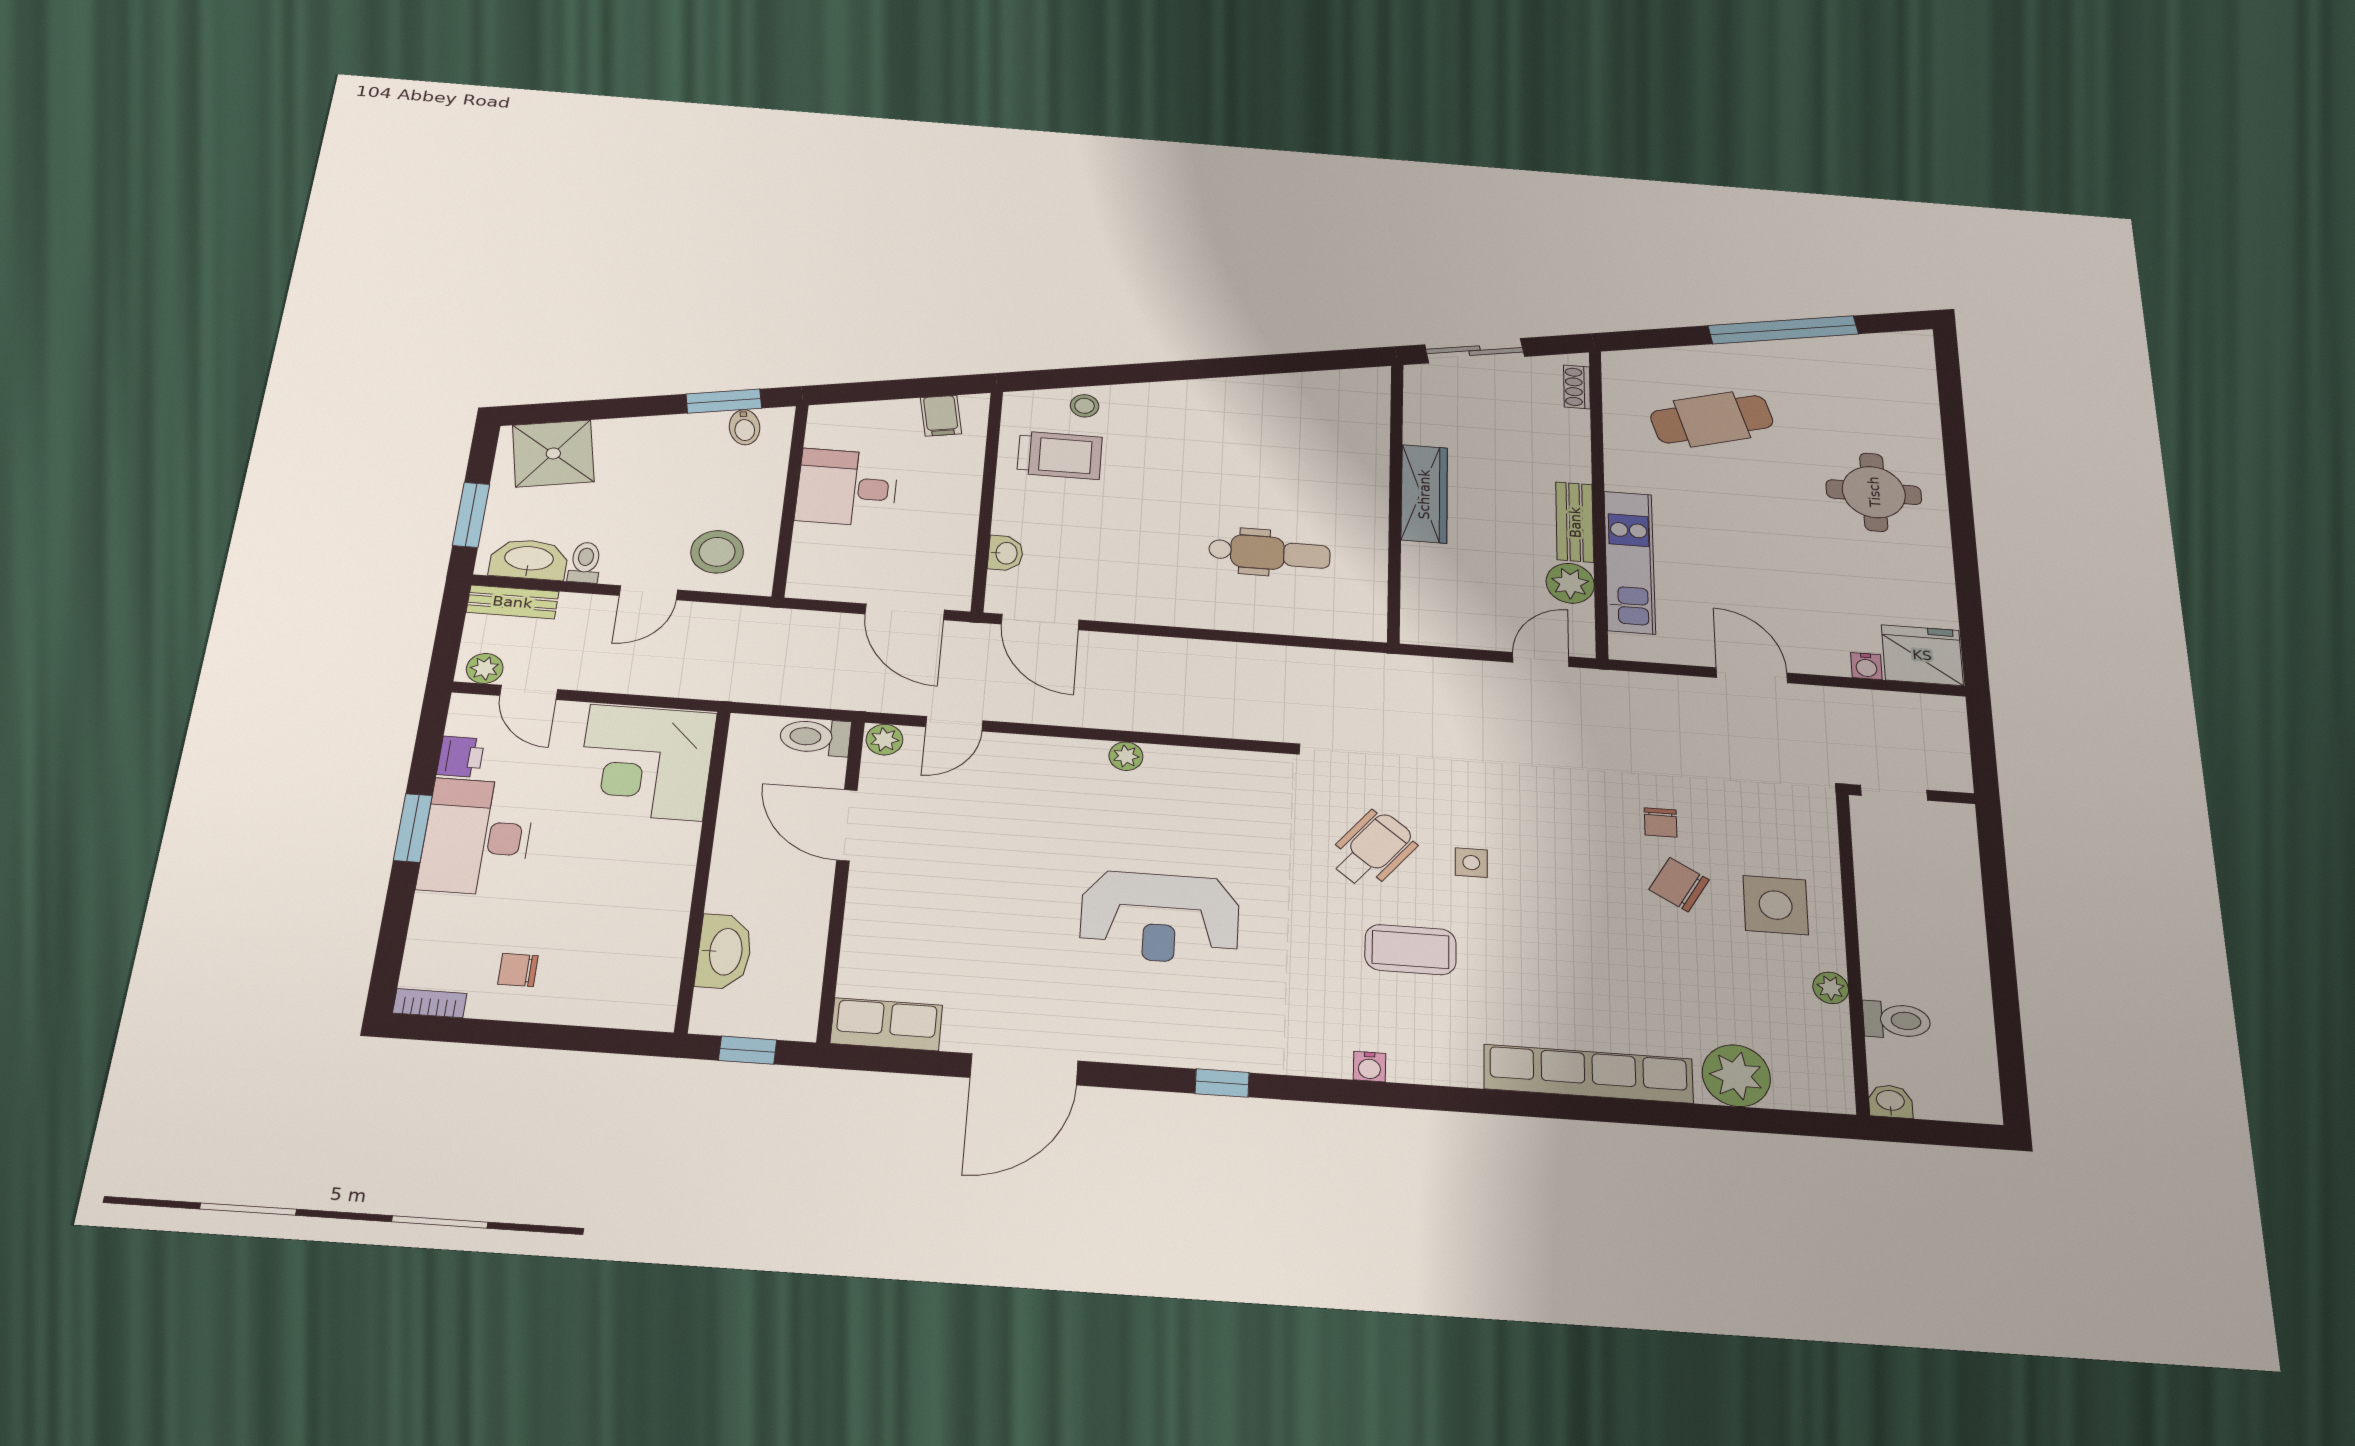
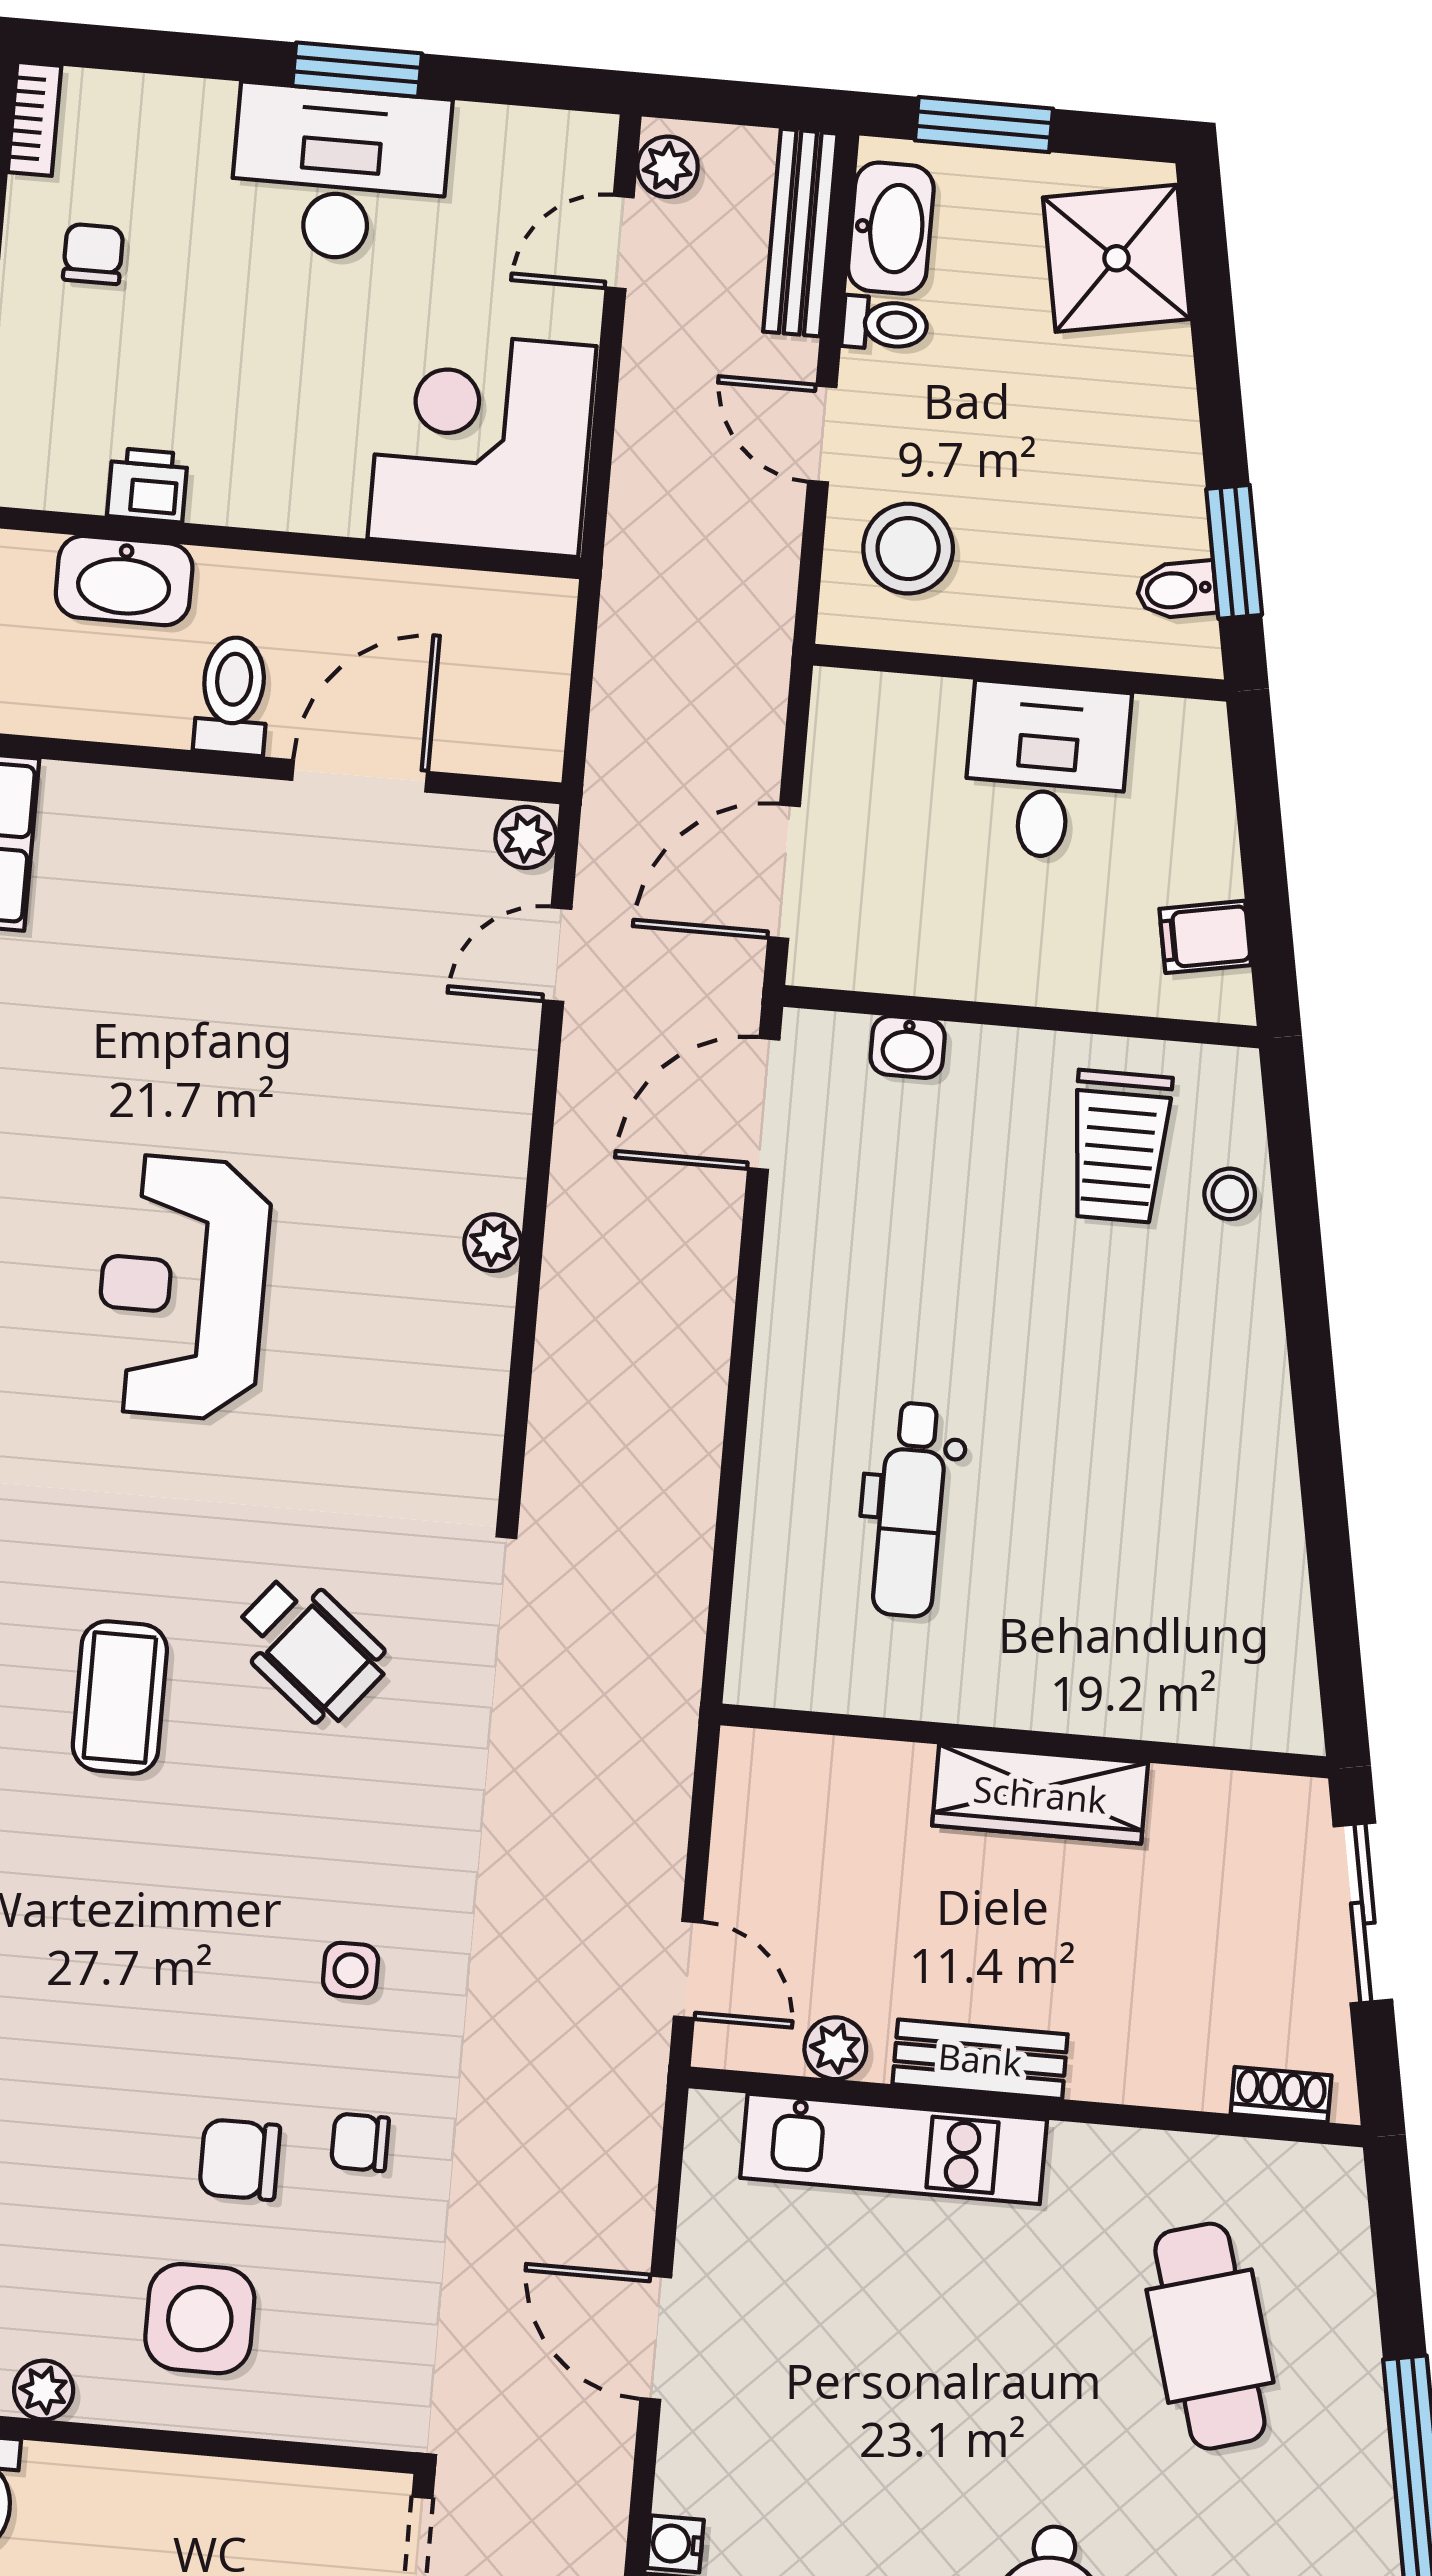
plant: (1570, 583) -> (835, 2048), width x0.73, depth x0.73
bench: (513, 602) -> (800, 233), width x1.36
door: (1752, 675) -> (656, 2338), swing flipped
door: (954, 724) -> (557, 955), hinge flipped
toilet: (815, 737) -> (233, 695), moved
printer: (461, 757) -> (148, 485), moved, turned 180
side table: (1471, 863) -> (351, 1970), moved
chair: (1679, 885) -> (240, 2160), turned -120

